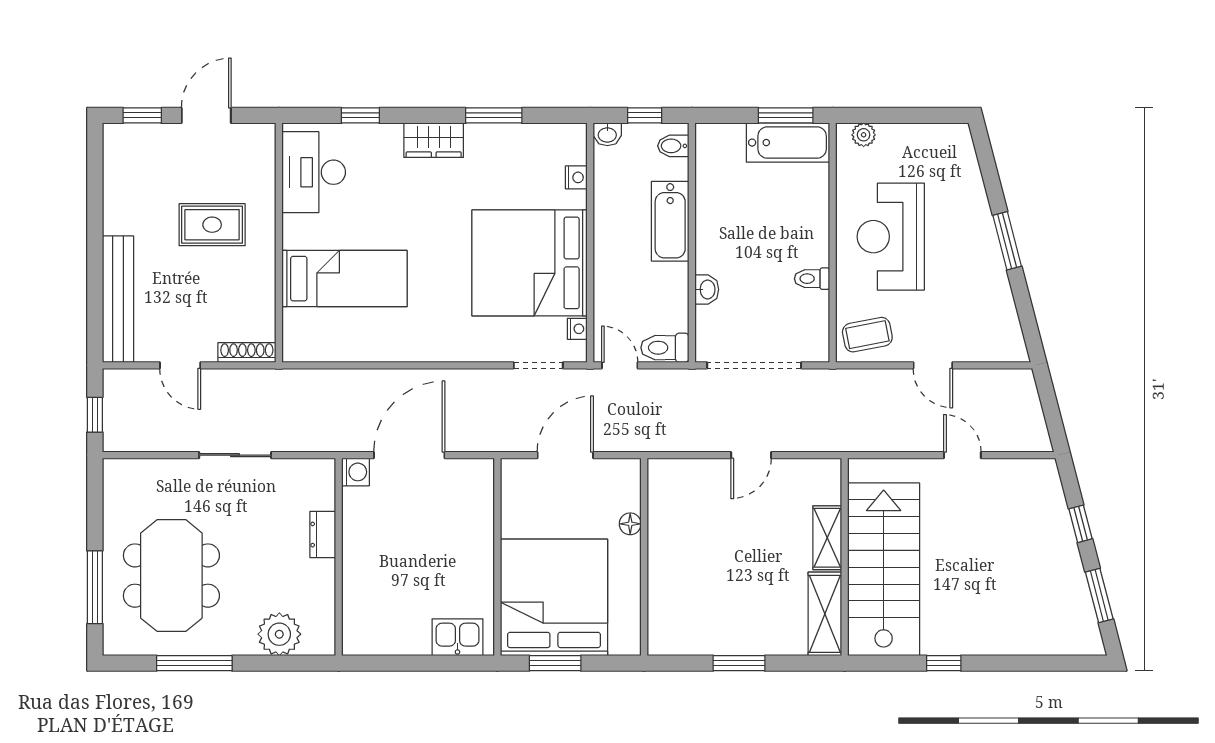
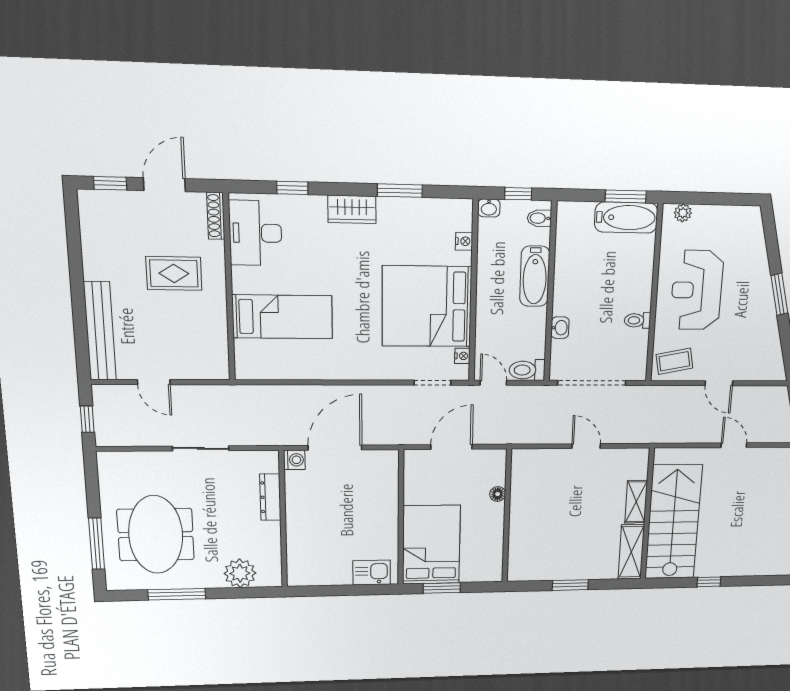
shoe rack: (247, 352) -> (216, 216), moved, turned -90
door: (751, 455) -> (586, 446), swing flipped
dresser: (323, 535) -> (270, 497), width x1.44
bed: (554, 597) -> (431, 545), width x0.73

